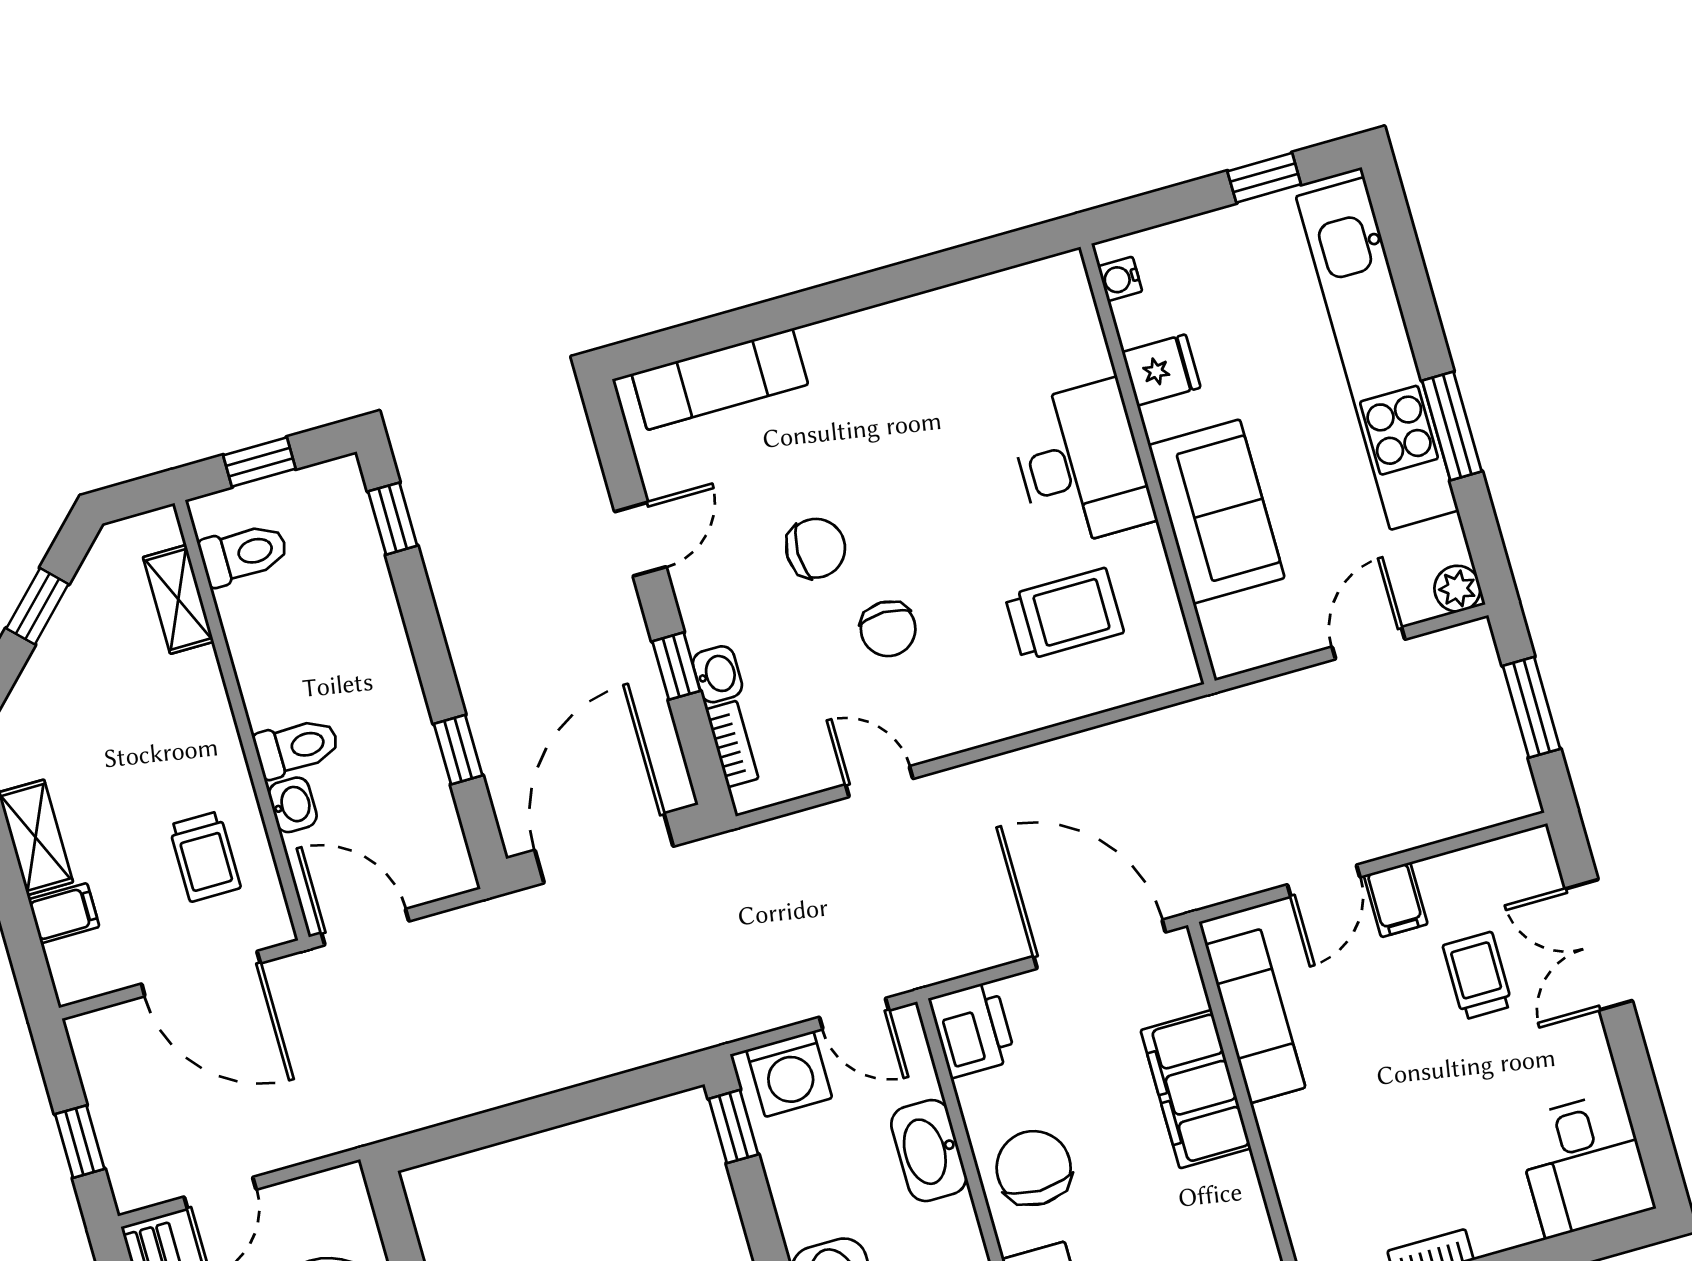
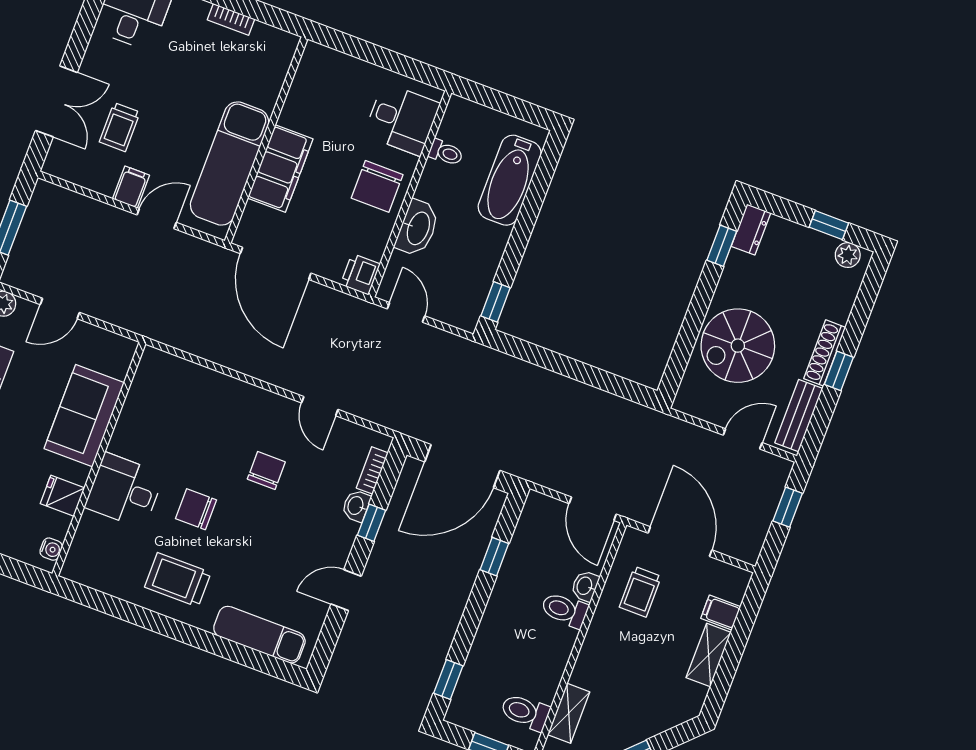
desk: (1081, 464) -> (124, 491), width x0.73
chair: (816, 548) -> (196, 509), moved
trolley: (1064, 614) -> (178, 580), moved
trolley: (205, 856) -> (640, 592), turned 180
exam couch: (1255, 1016) -> (230, 164), width x1.36, depth x1.45
printer: (972, 1029) -> (360, 274), width x0.73, depth x0.81
washing machine: (789, 1074) -> (454, 307), removed

